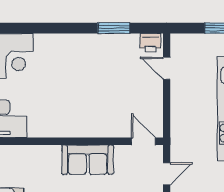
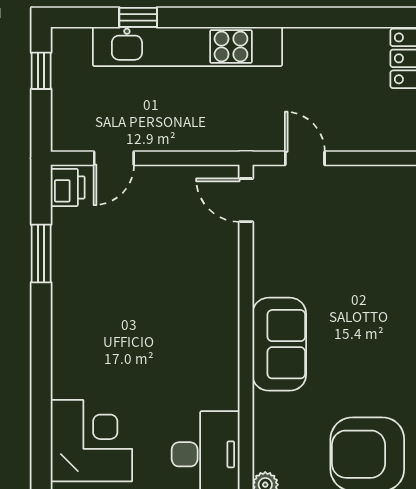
door: (143, 141) -> (246, 200), hinge flipped
sofa: (88, 160) -> (279, 344), moved

